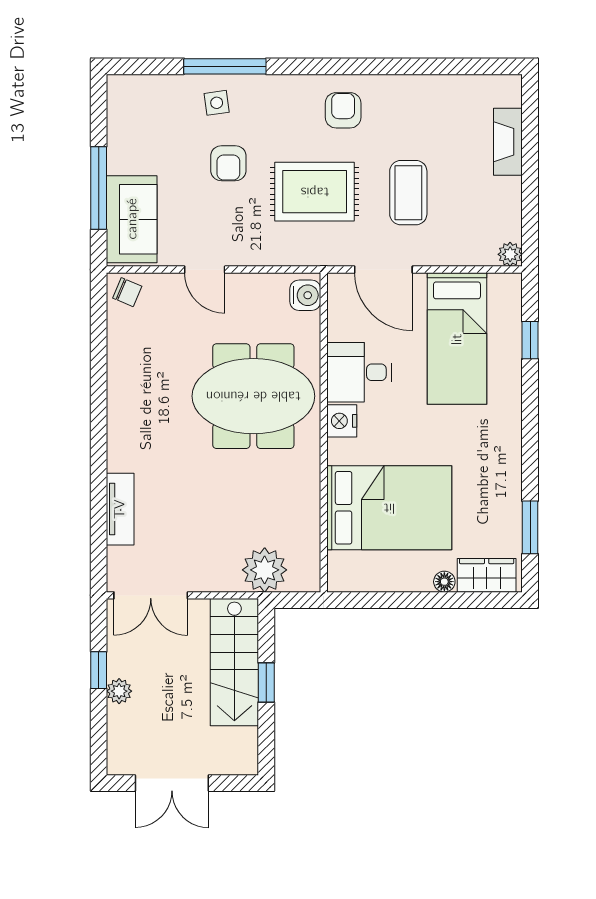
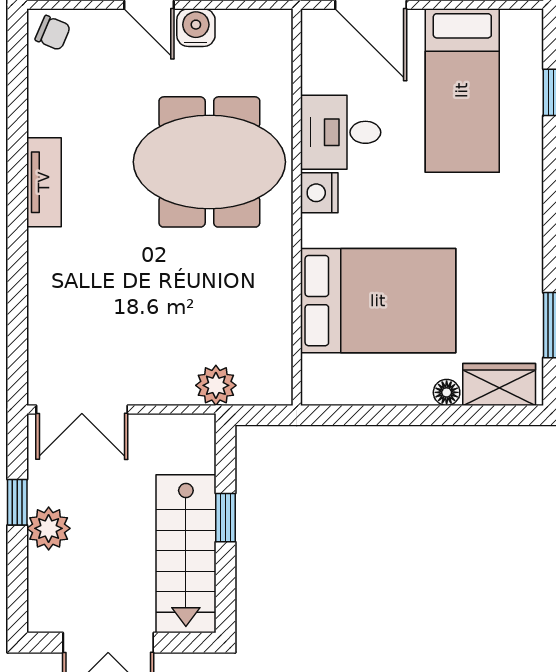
water cooler: (305, 295) -> (196, 28), moved, turned -90
tv unit: (120, 509) -> (44, 182), moved
plant: (265, 570) -> (216, 385), width x0.73, depth x0.73
stairs: (234, 662) -> (186, 554), moved
plant: (119, 691) -> (49, 528), width x1.38, depth x1.38

